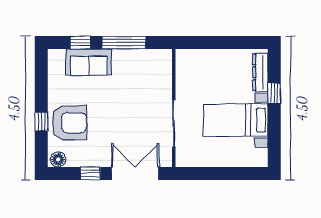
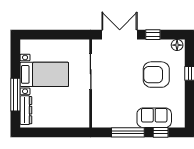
window: (274, 93) -> (15, 95), width x2.17
armchair: (69, 123) -> (156, 75), moved
double door: (135, 173) -> (120, 35), swing flipped

